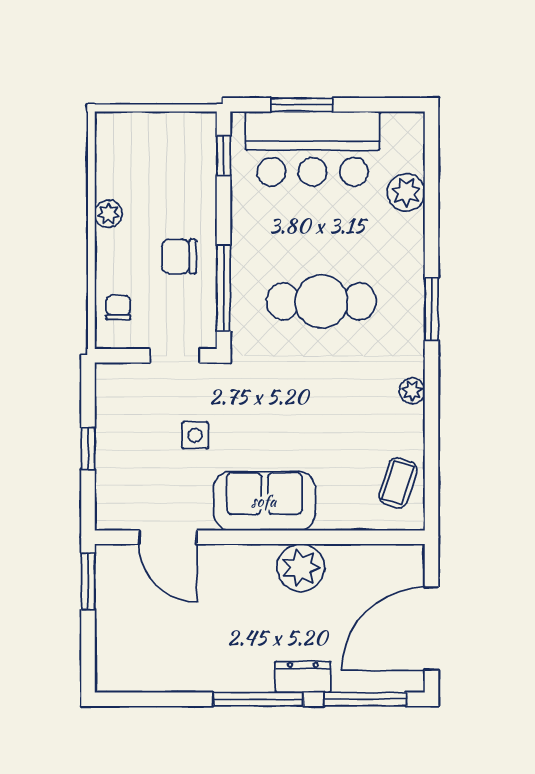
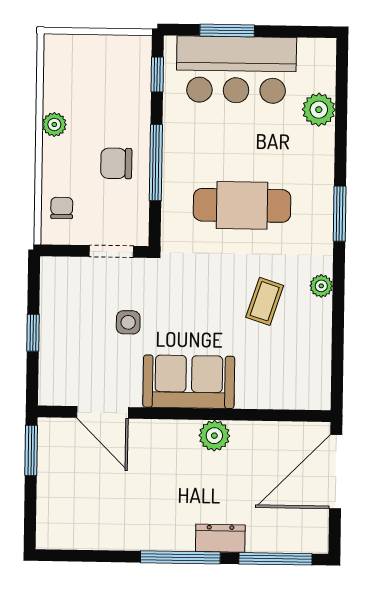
window: (224, 288) -> (156, 163), moved
coffee table: (398, 483) -> (265, 301), moved
plant: (301, 568) -> (214, 436), width x0.73, depth x0.73
door: (432, 629) -> (336, 472), moved

